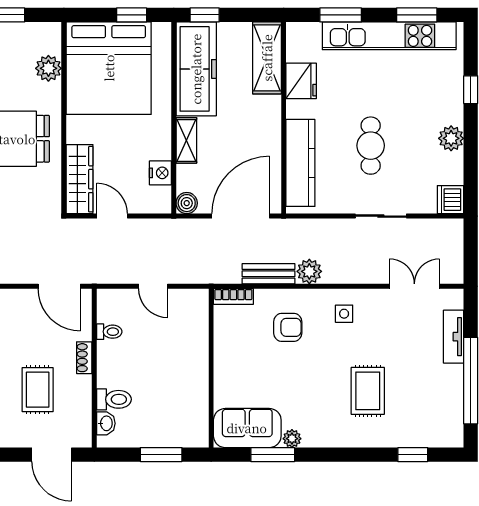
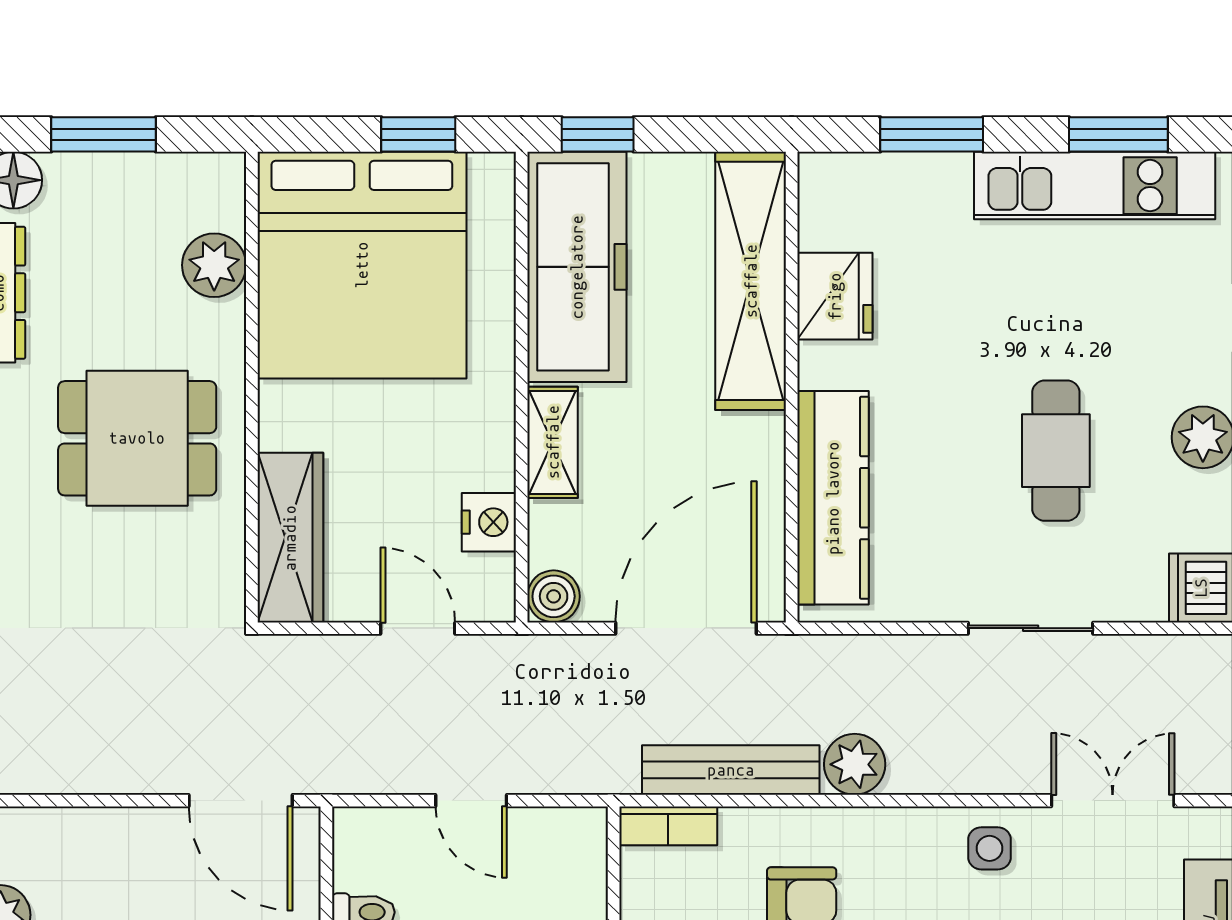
kitchen unit: (389, 36) -> (1095, 186), width x0.73
shelving: (267, 58) -> (751, 281), width x1.47
cafe table: (371, 146) -> (1056, 451), moved
door: (112, 216) -> (418, 628), moved
bench: (269, 274) -> (731, 770), width x1.36
side table: (344, 314) -> (990, 848), moved

